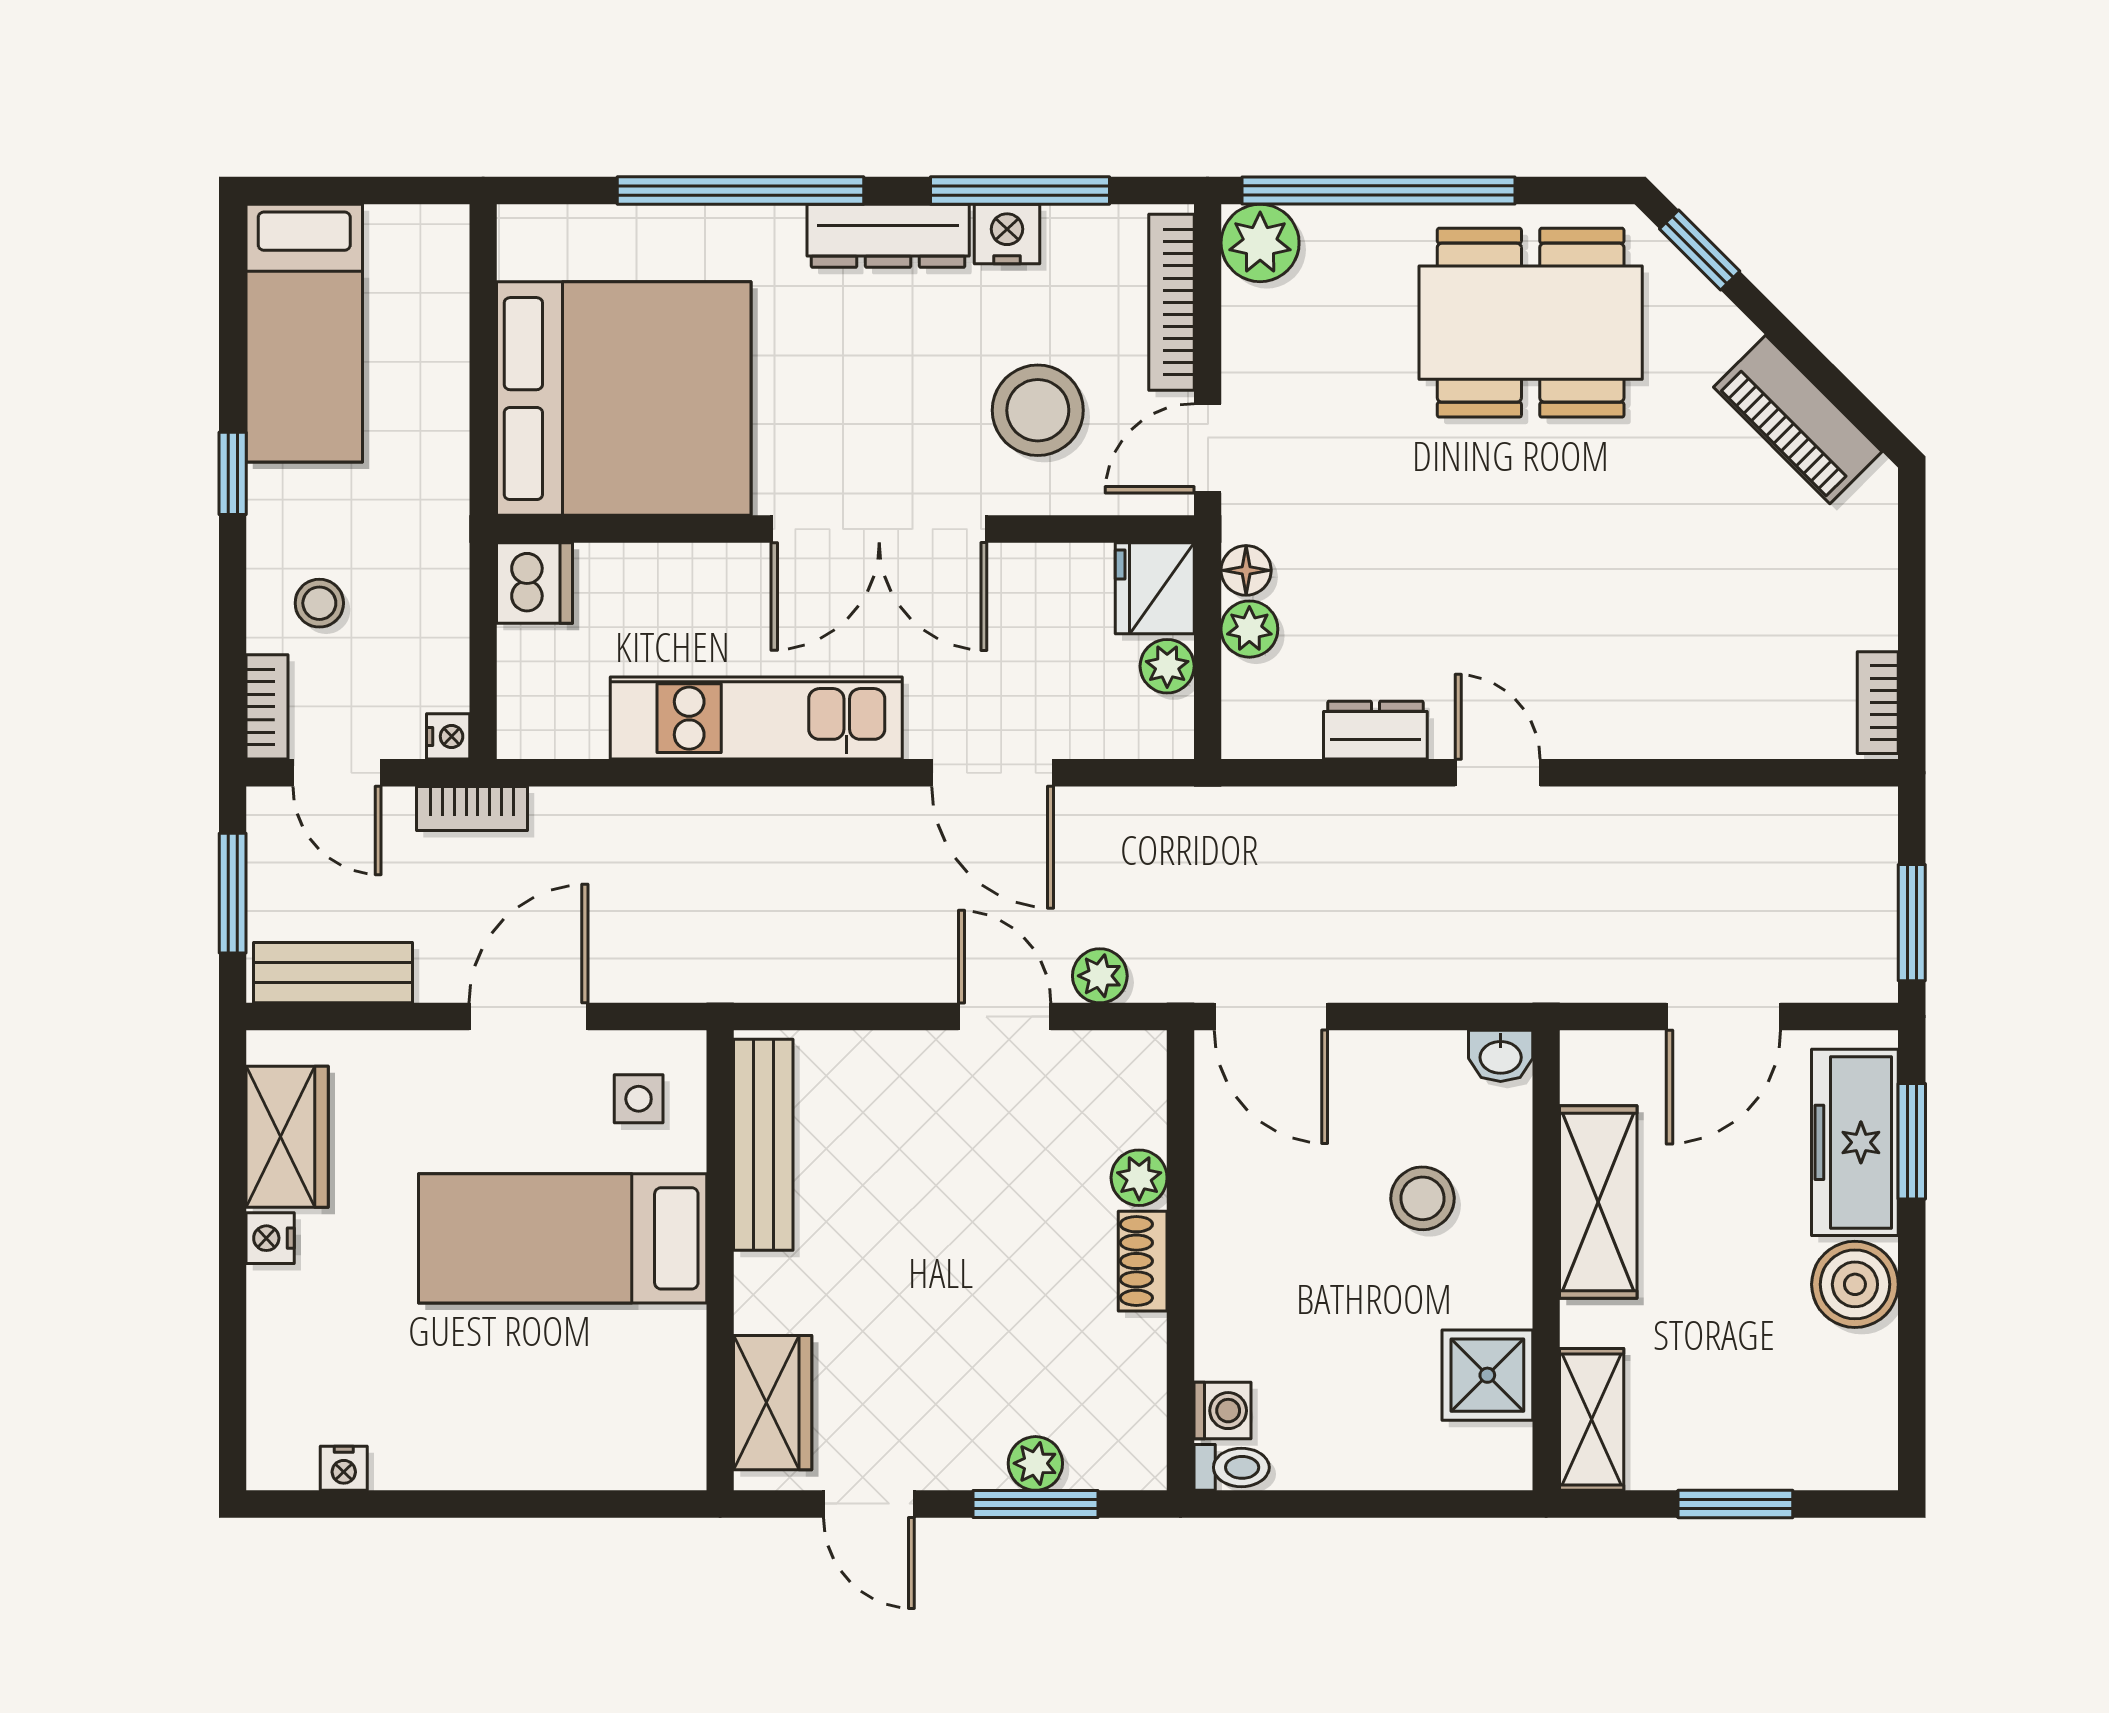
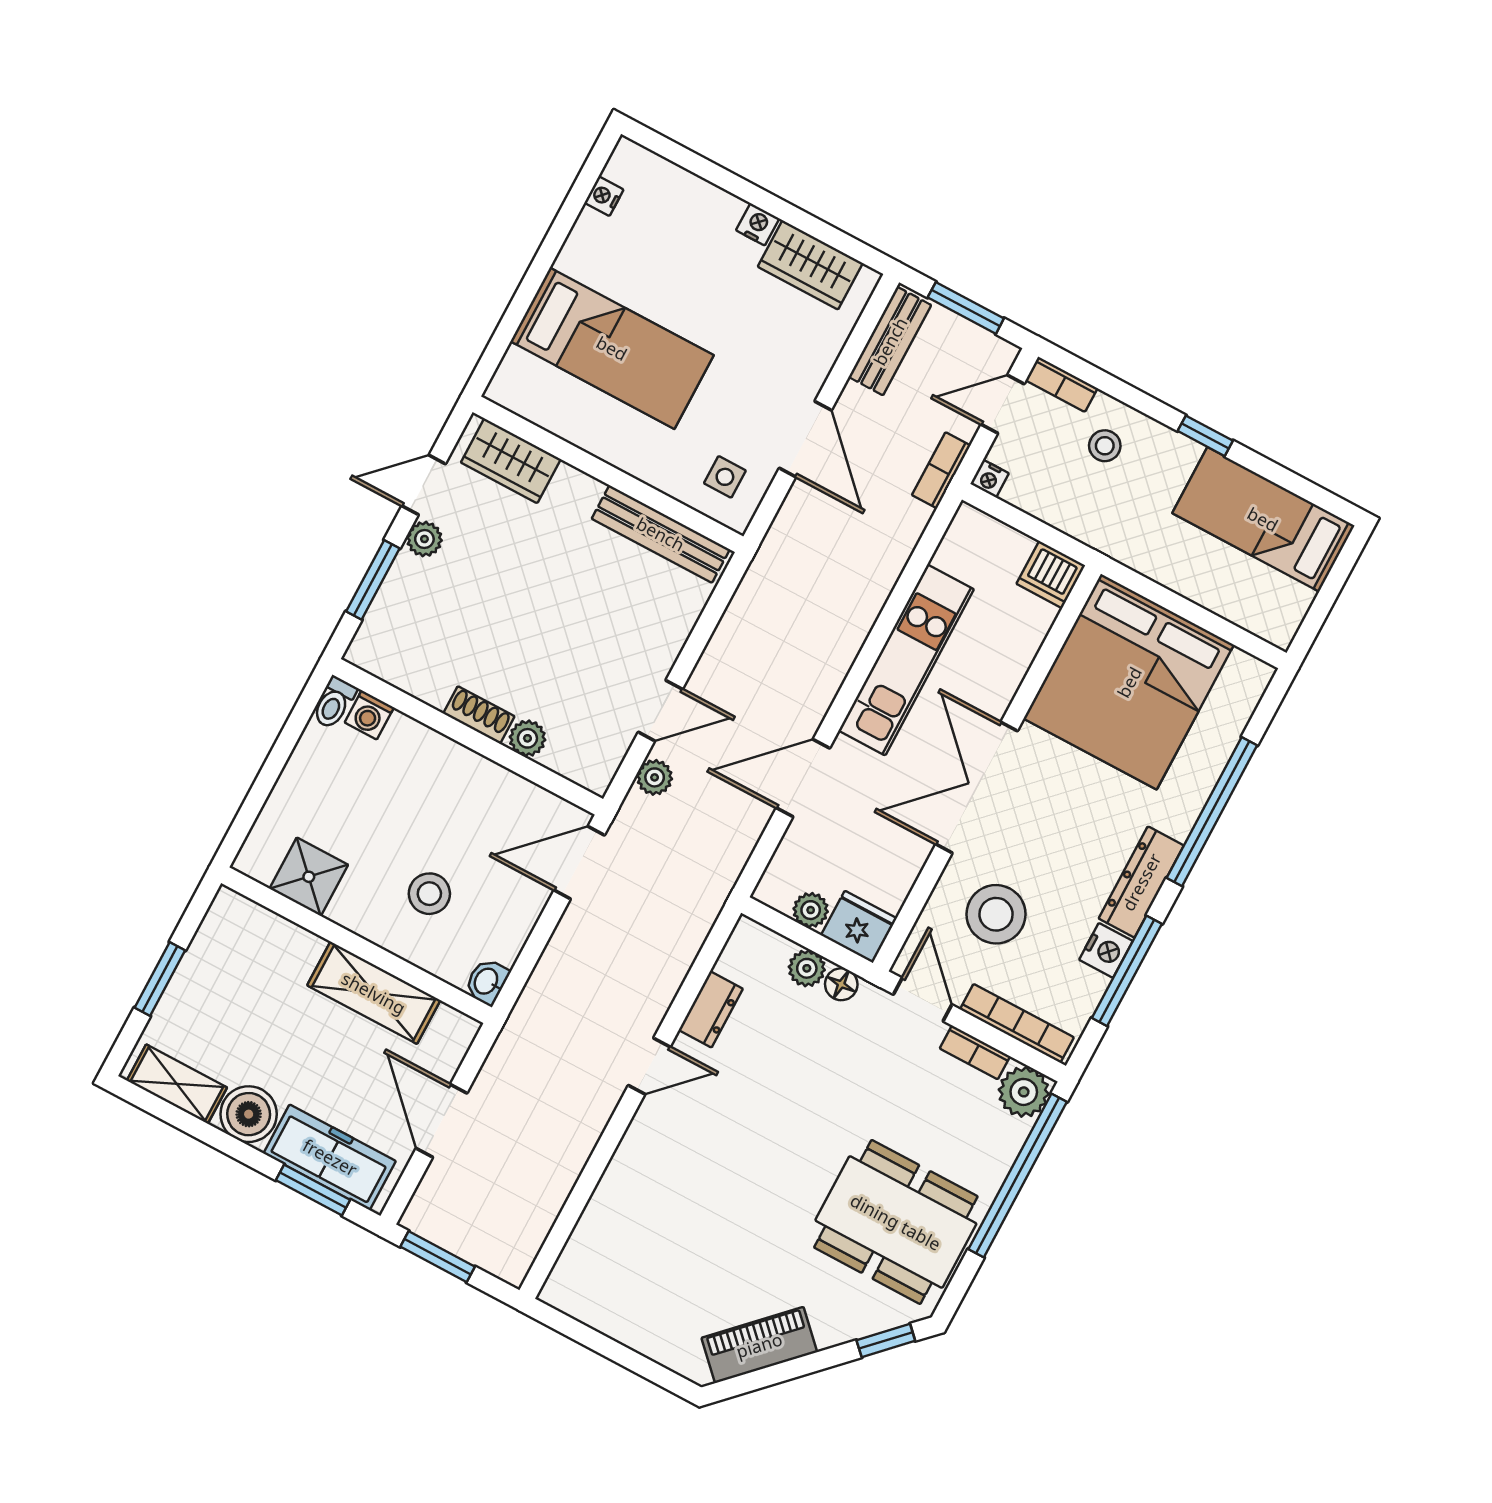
dining table: (1531, 323) -> (896, 1222), turned 90
bookcase: (1878, 703) -> (975, 1052), moved, turned 180
bed: (563, 1238) -> (612, 348), moved, turned 90
shelving: (1592, 1419) -> (177, 1084), moved
plant: (1035, 1463) -> (424, 539), moved

